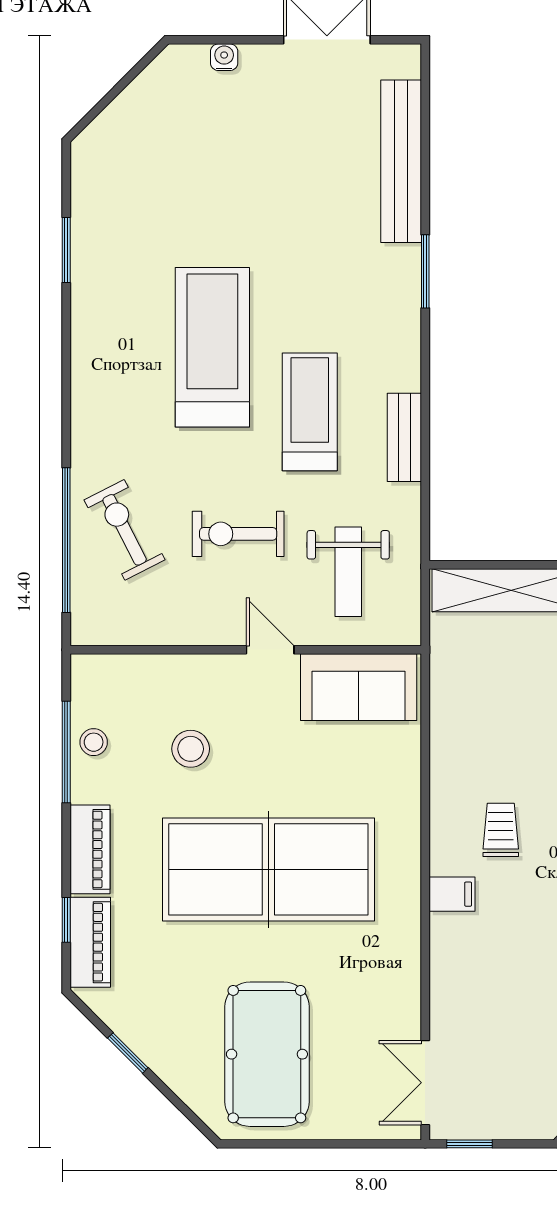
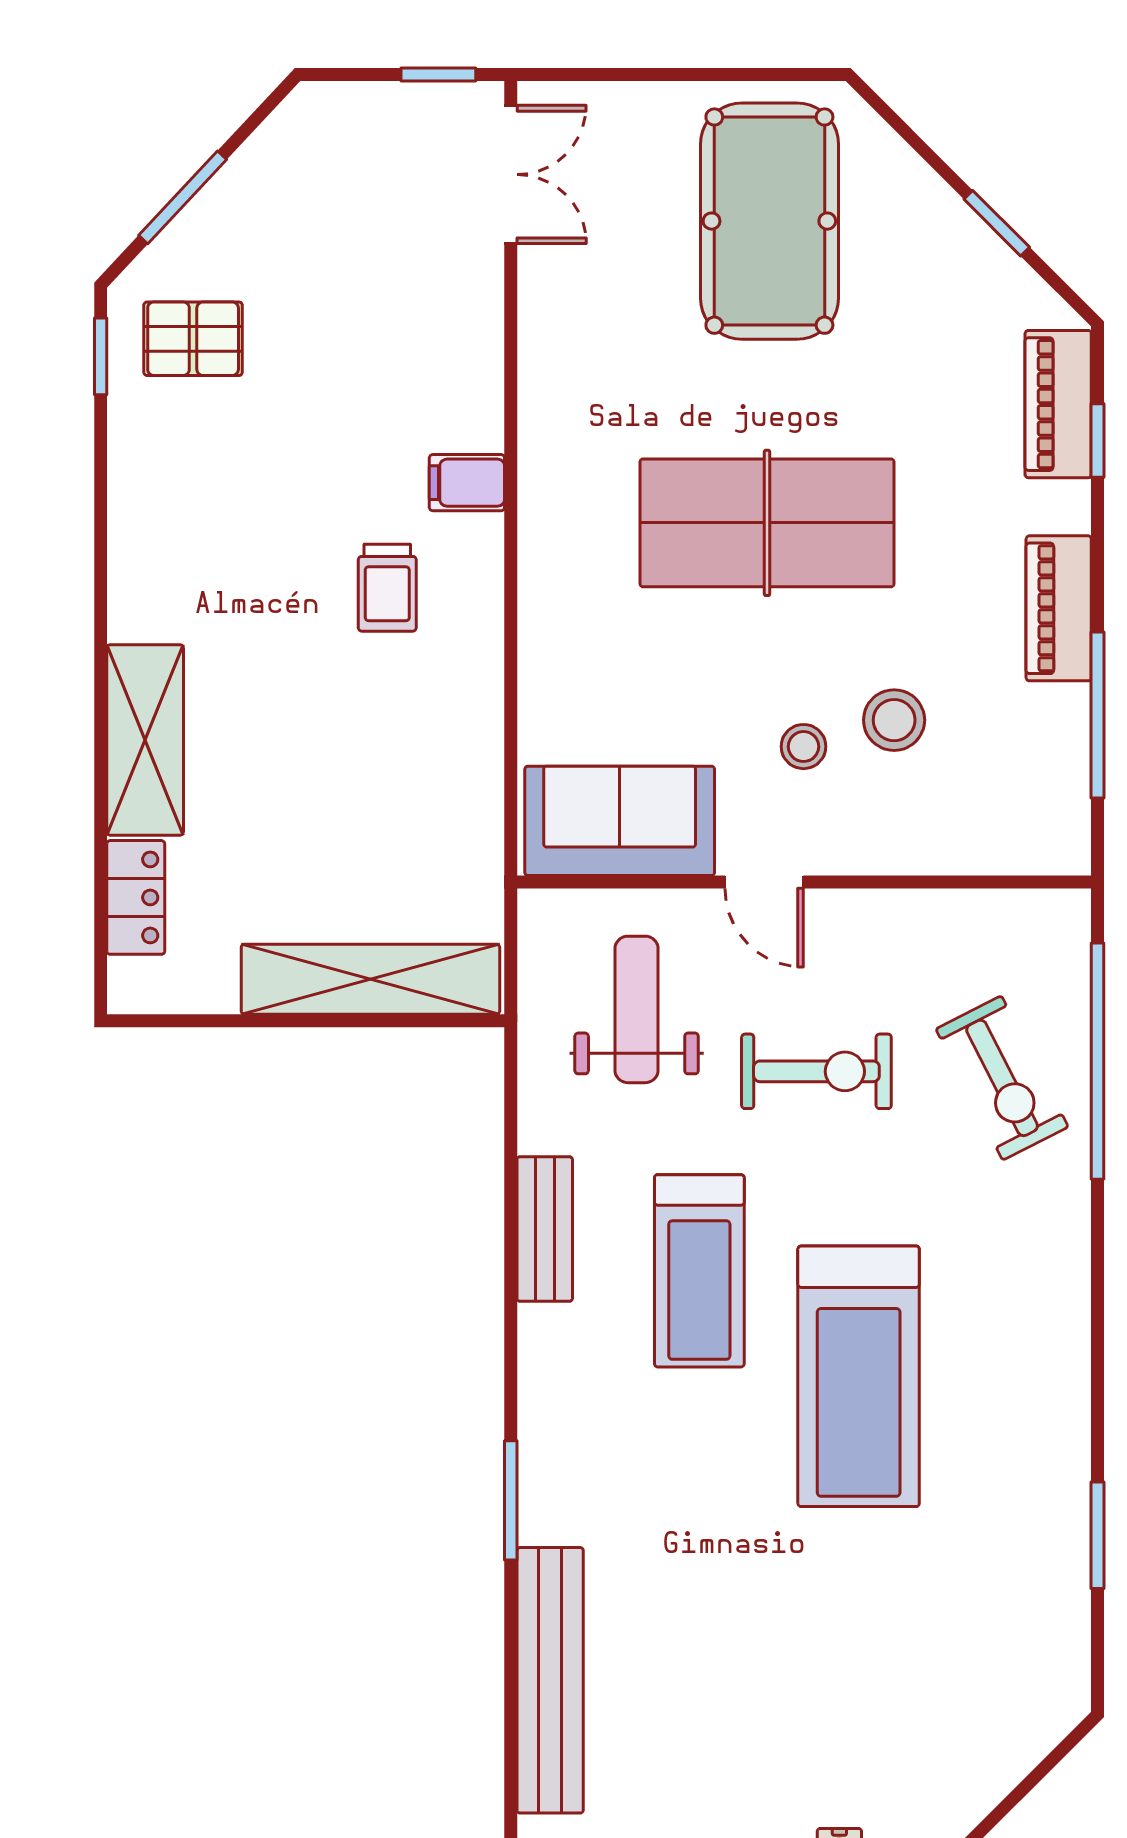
stool: (94, 742) -> (804, 747), moved
piano: (90, 849) -> (1059, 608), moved
table tennis table: (268, 869) -> (767, 523), width x0.73, depth x0.76

